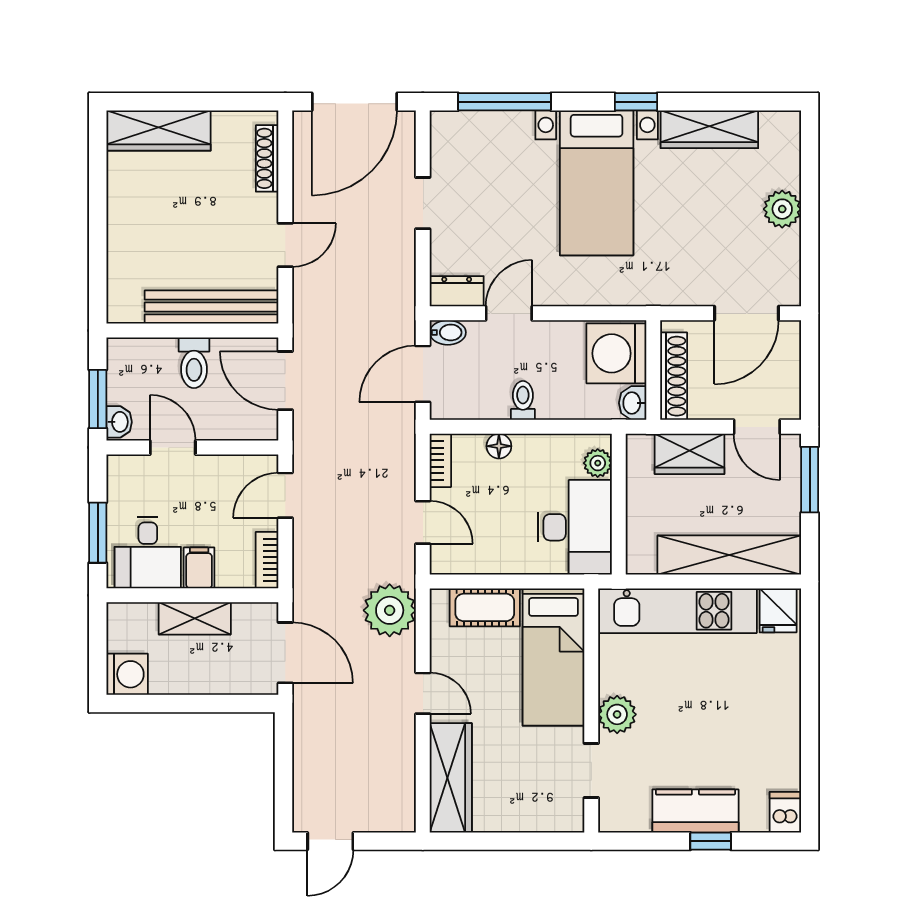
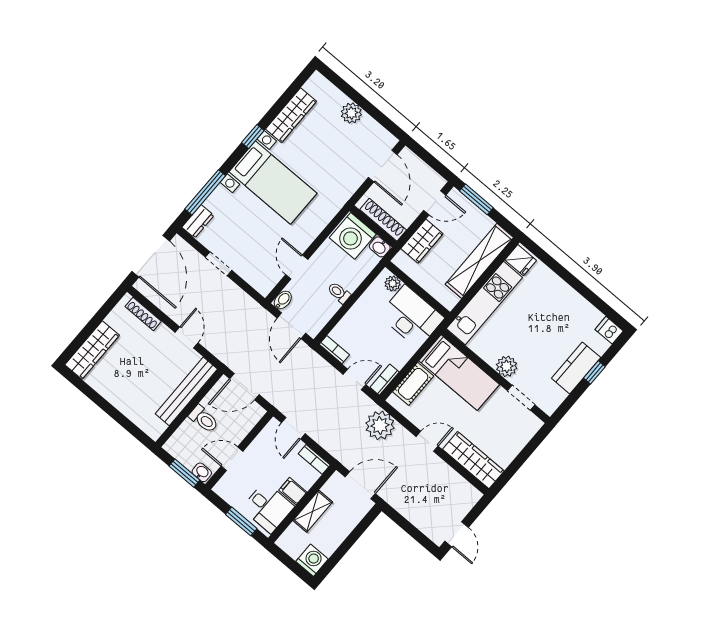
dresser: (457, 291) -> (198, 221), moved, turned 180
floor lamp: (499, 446) -> (350, 319), removed
bookcase: (457, 564) -> (385, 380), added

